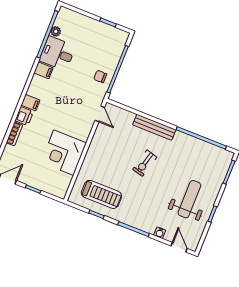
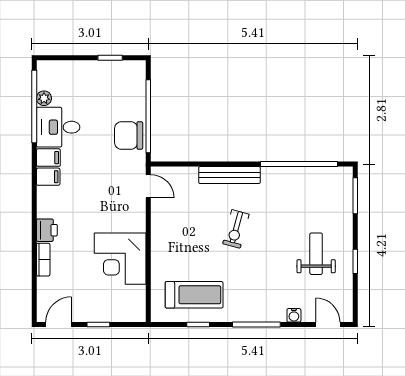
chair: (100, 77) -> (129, 135), width x1.87, depth x1.87
filing cabinet: (30, 103) -> (48, 177), moved
weight bench: (189, 199) -> (316, 254), width x0.73, depth x0.75

